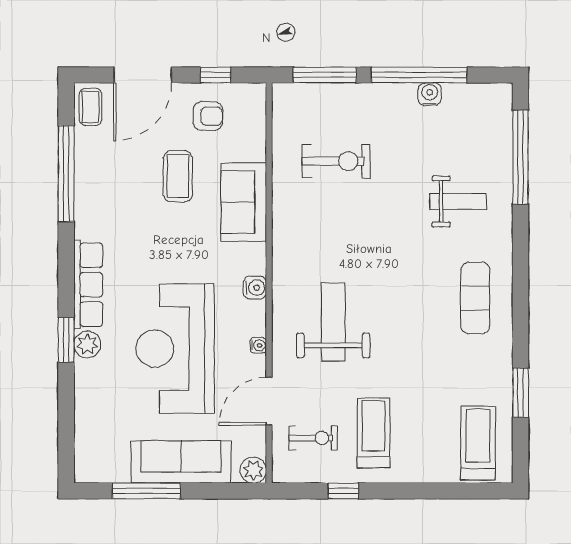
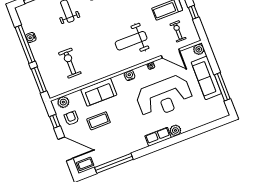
plant: (252, 112) -> (63, 102), added
row of seats: (88, 285) -> (158, 137), width x0.68
window: (66, 340) -> (177, 139), removed

